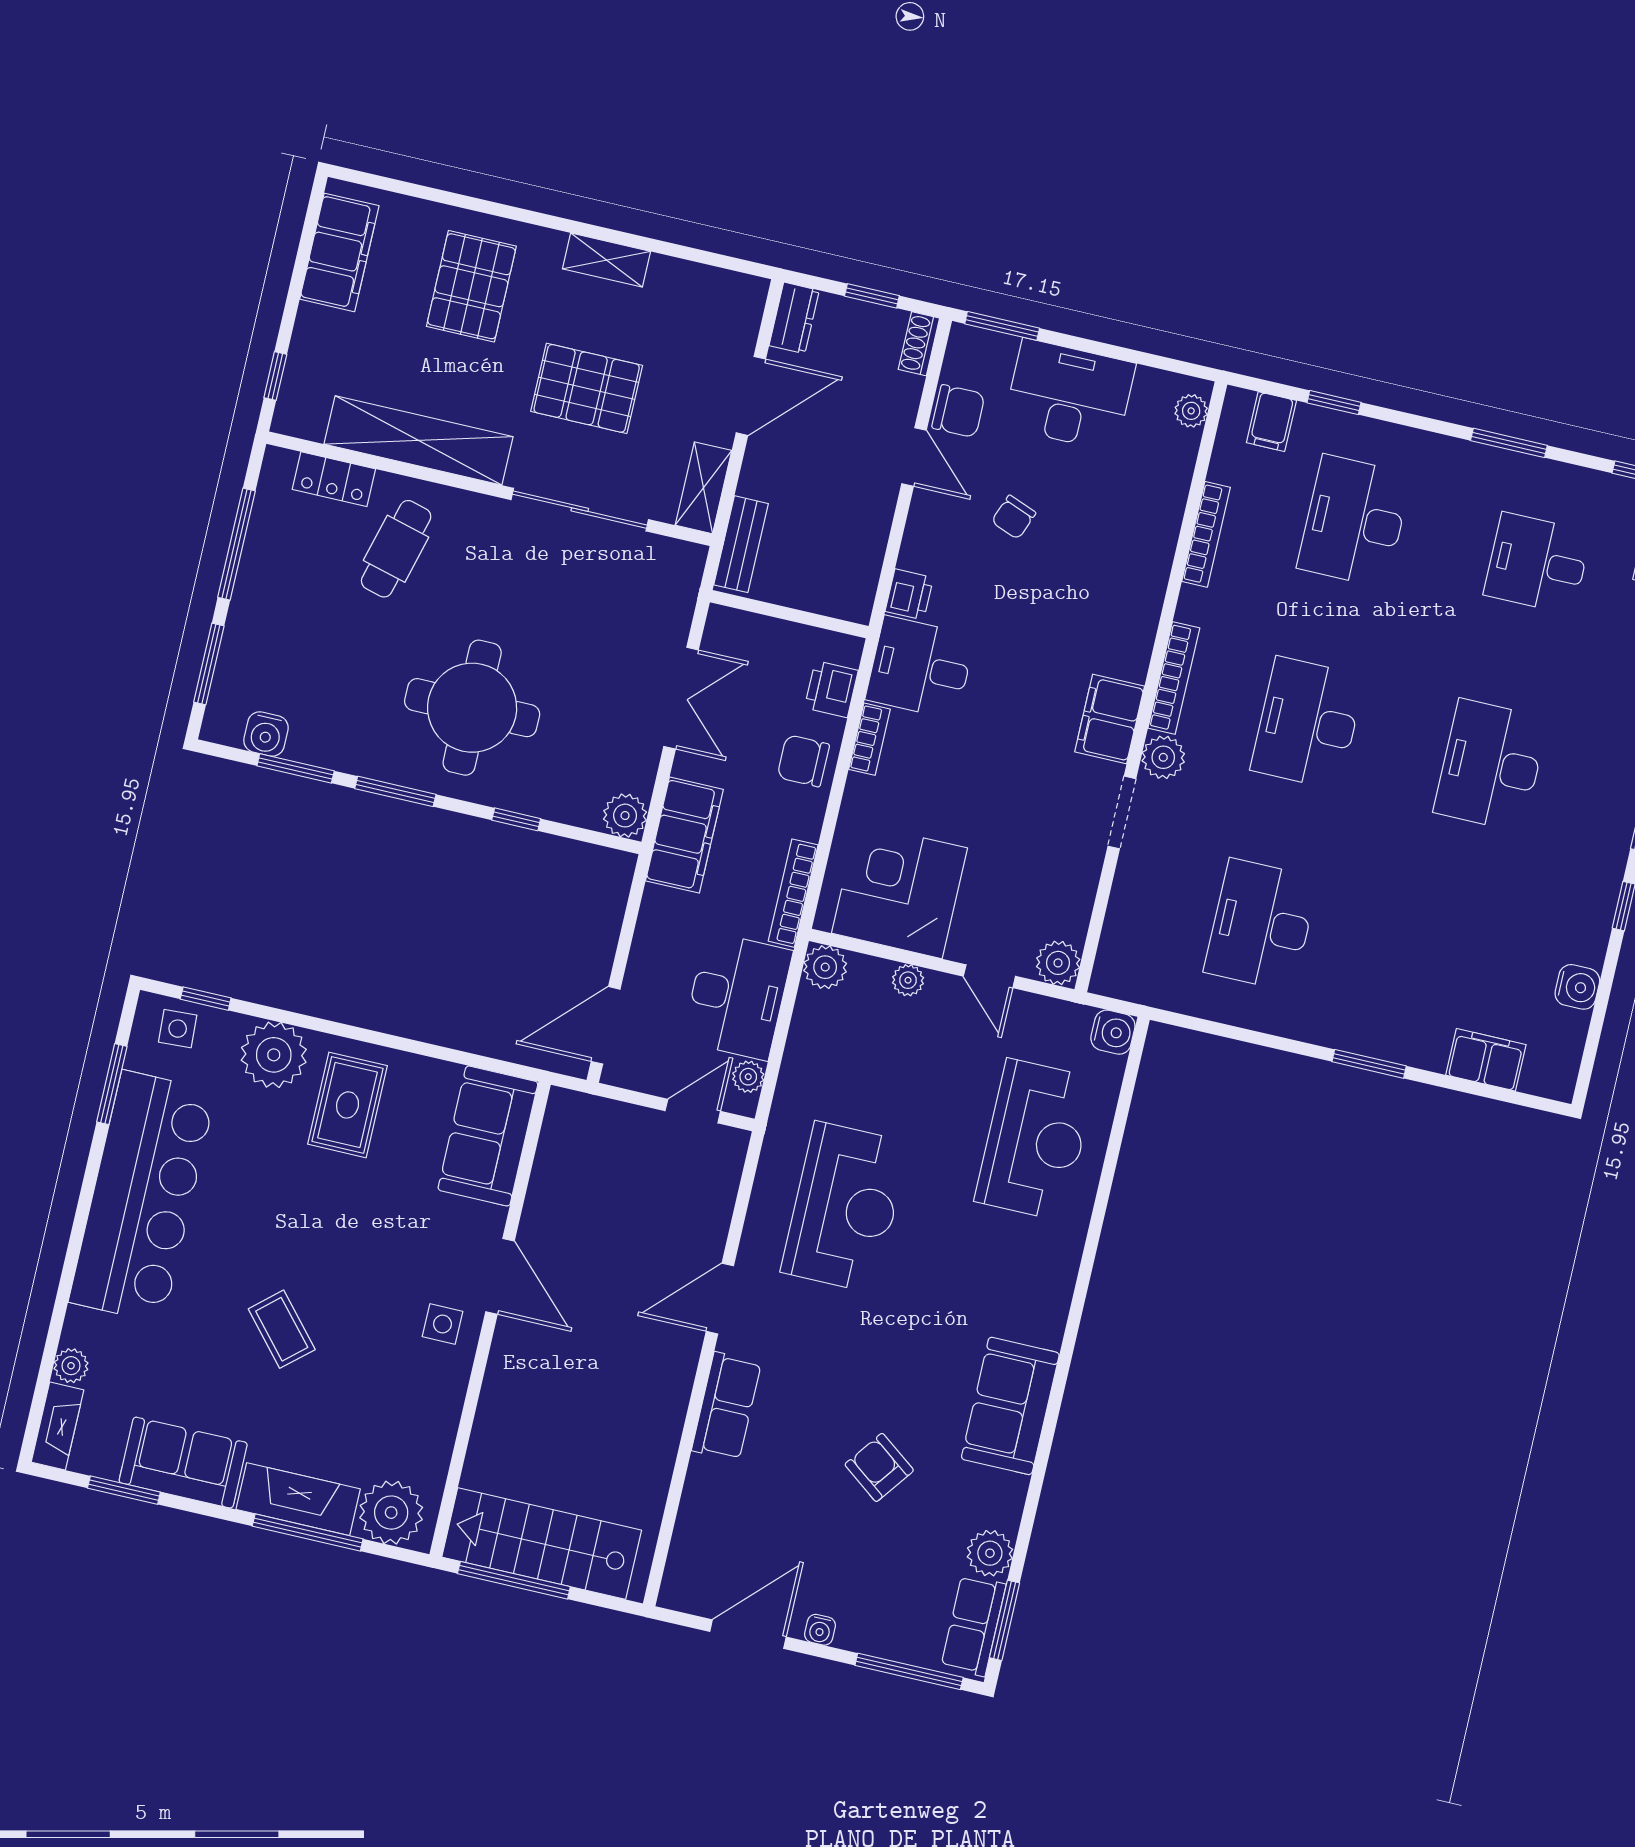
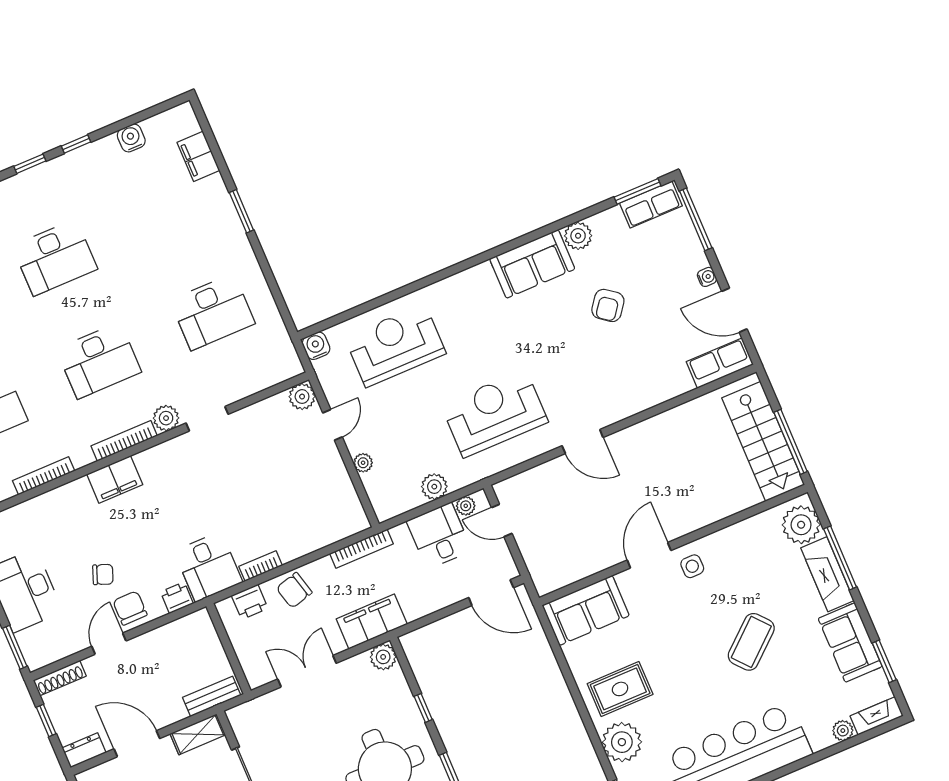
shoe rack: (919, 344) -> (60, 678), width x1.43
chair: (958, 411) -> (130, 608), moved
filing cabinet: (1110, 719) -> (115, 479), moved
chair: (803, 761) -> (294, 590), turned 75
corner desk: (899, 891) -> (323, 498), removed
plant: (825, 967) -> (434, 487), moved
desk: (737, 996) -> (439, 536), width x0.73
coffee table: (282, 1329) -> (751, 642), width x1.36, depth x1.30
row of seats: (726, 1406) -> (720, 363), moved
plant: (990, 1553) -> (578, 236), moved

